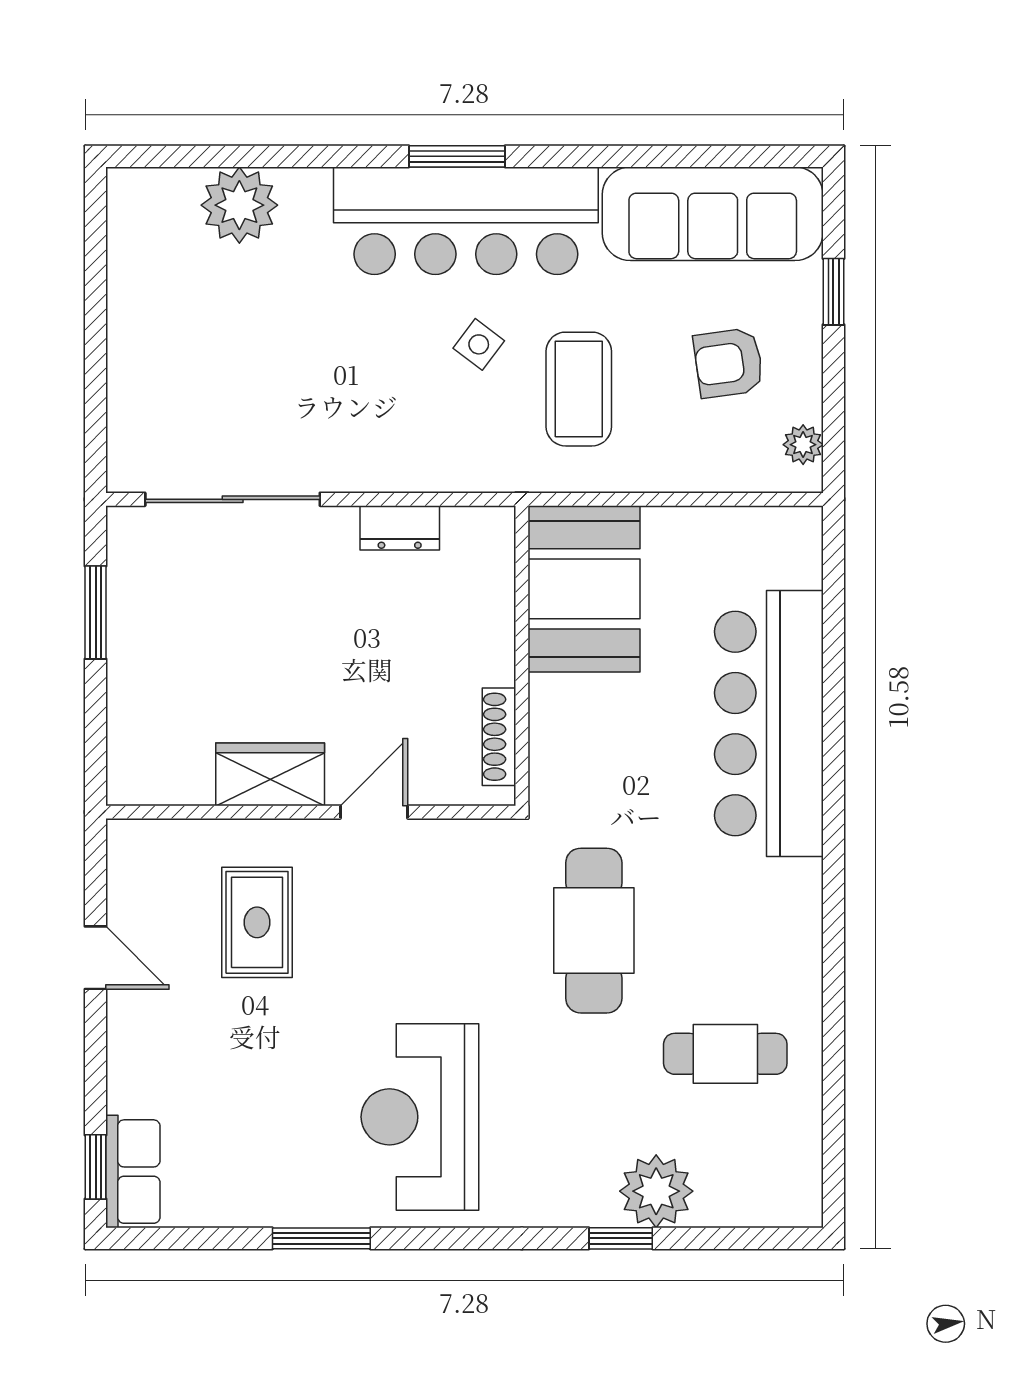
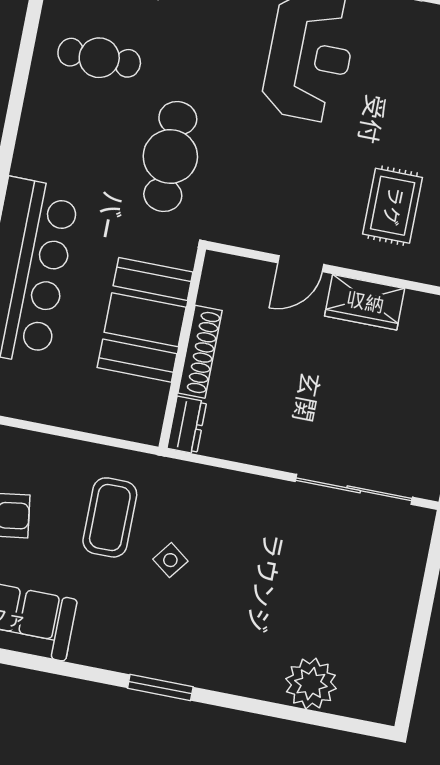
bar counter: (466, 221) -> (163, 644), removed
dresser: (400, 528) -> (187, 425), moved, turned 90
booth: (584, 589) -> (145, 320), moved
shoe rack: (499, 737) -> (200, 352), moved, width x1.36, depth x1.24

